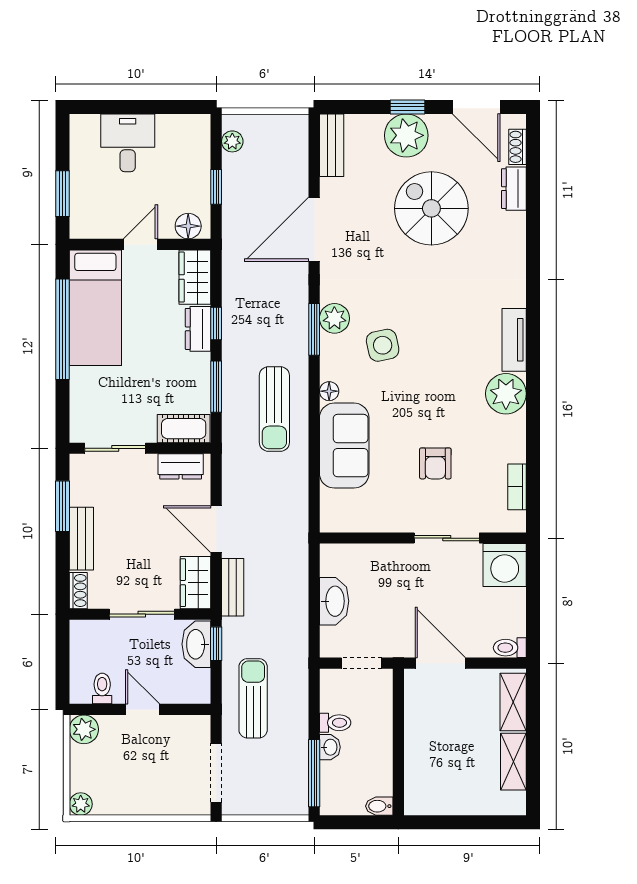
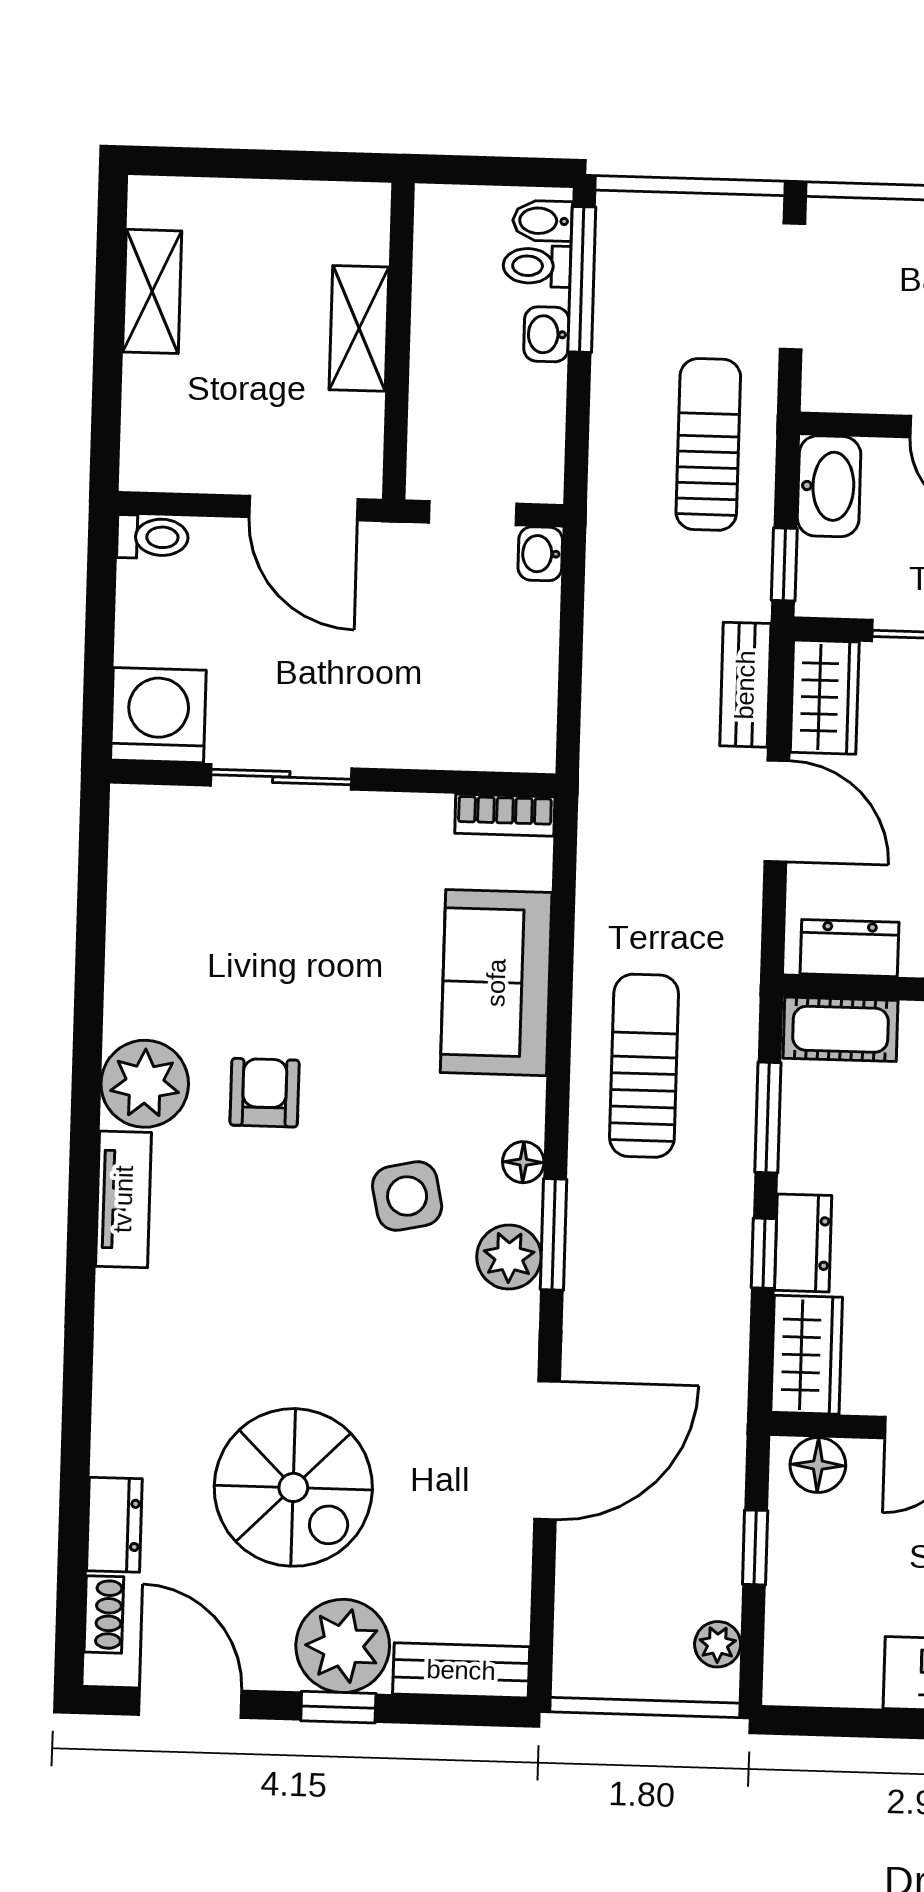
bench: (332, 145) -> (461, 1670), moved, turned 90
floor lamp: (329, 391) -> (523, 1162), moved
armchair: (435, 463) -> (265, 1093), moved
bookcase: (517, 487) -> (505, 815), moved, turned 90
washbasin: (334, 601) -> (540, 554), moved, width x0.52, depth x0.69
washbasin: (196, 644) -> (829, 486), moved
sun lounger: (253, 698) -> (708, 444), turned 180
shelving: (513, 702) -> (359, 328), moved
toilet: (335, 723) -> (537, 266), moved
bidet: (379, 806) -> (542, 221), moved, turned 180

